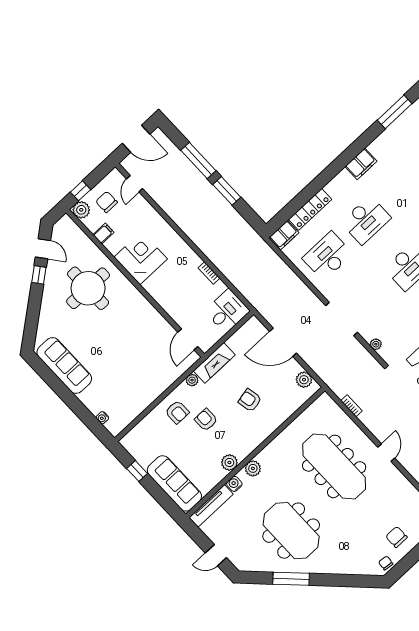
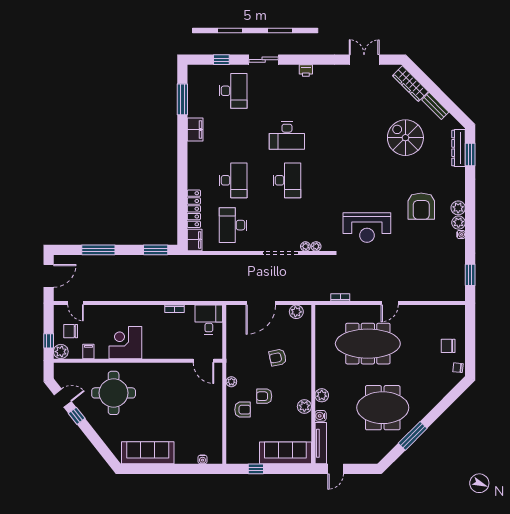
filing cabinet: (361, 164) -> (195, 129), moved
window: (227, 191) -> (156, 250), moved
plant: (367, 335) -> (305, 246), added
fireplace: (214, 363) -> (233, 358), removed
door: (386, 453) -> (390, 303), swing flipped
door: (216, 555) -> (336, 469), moved

